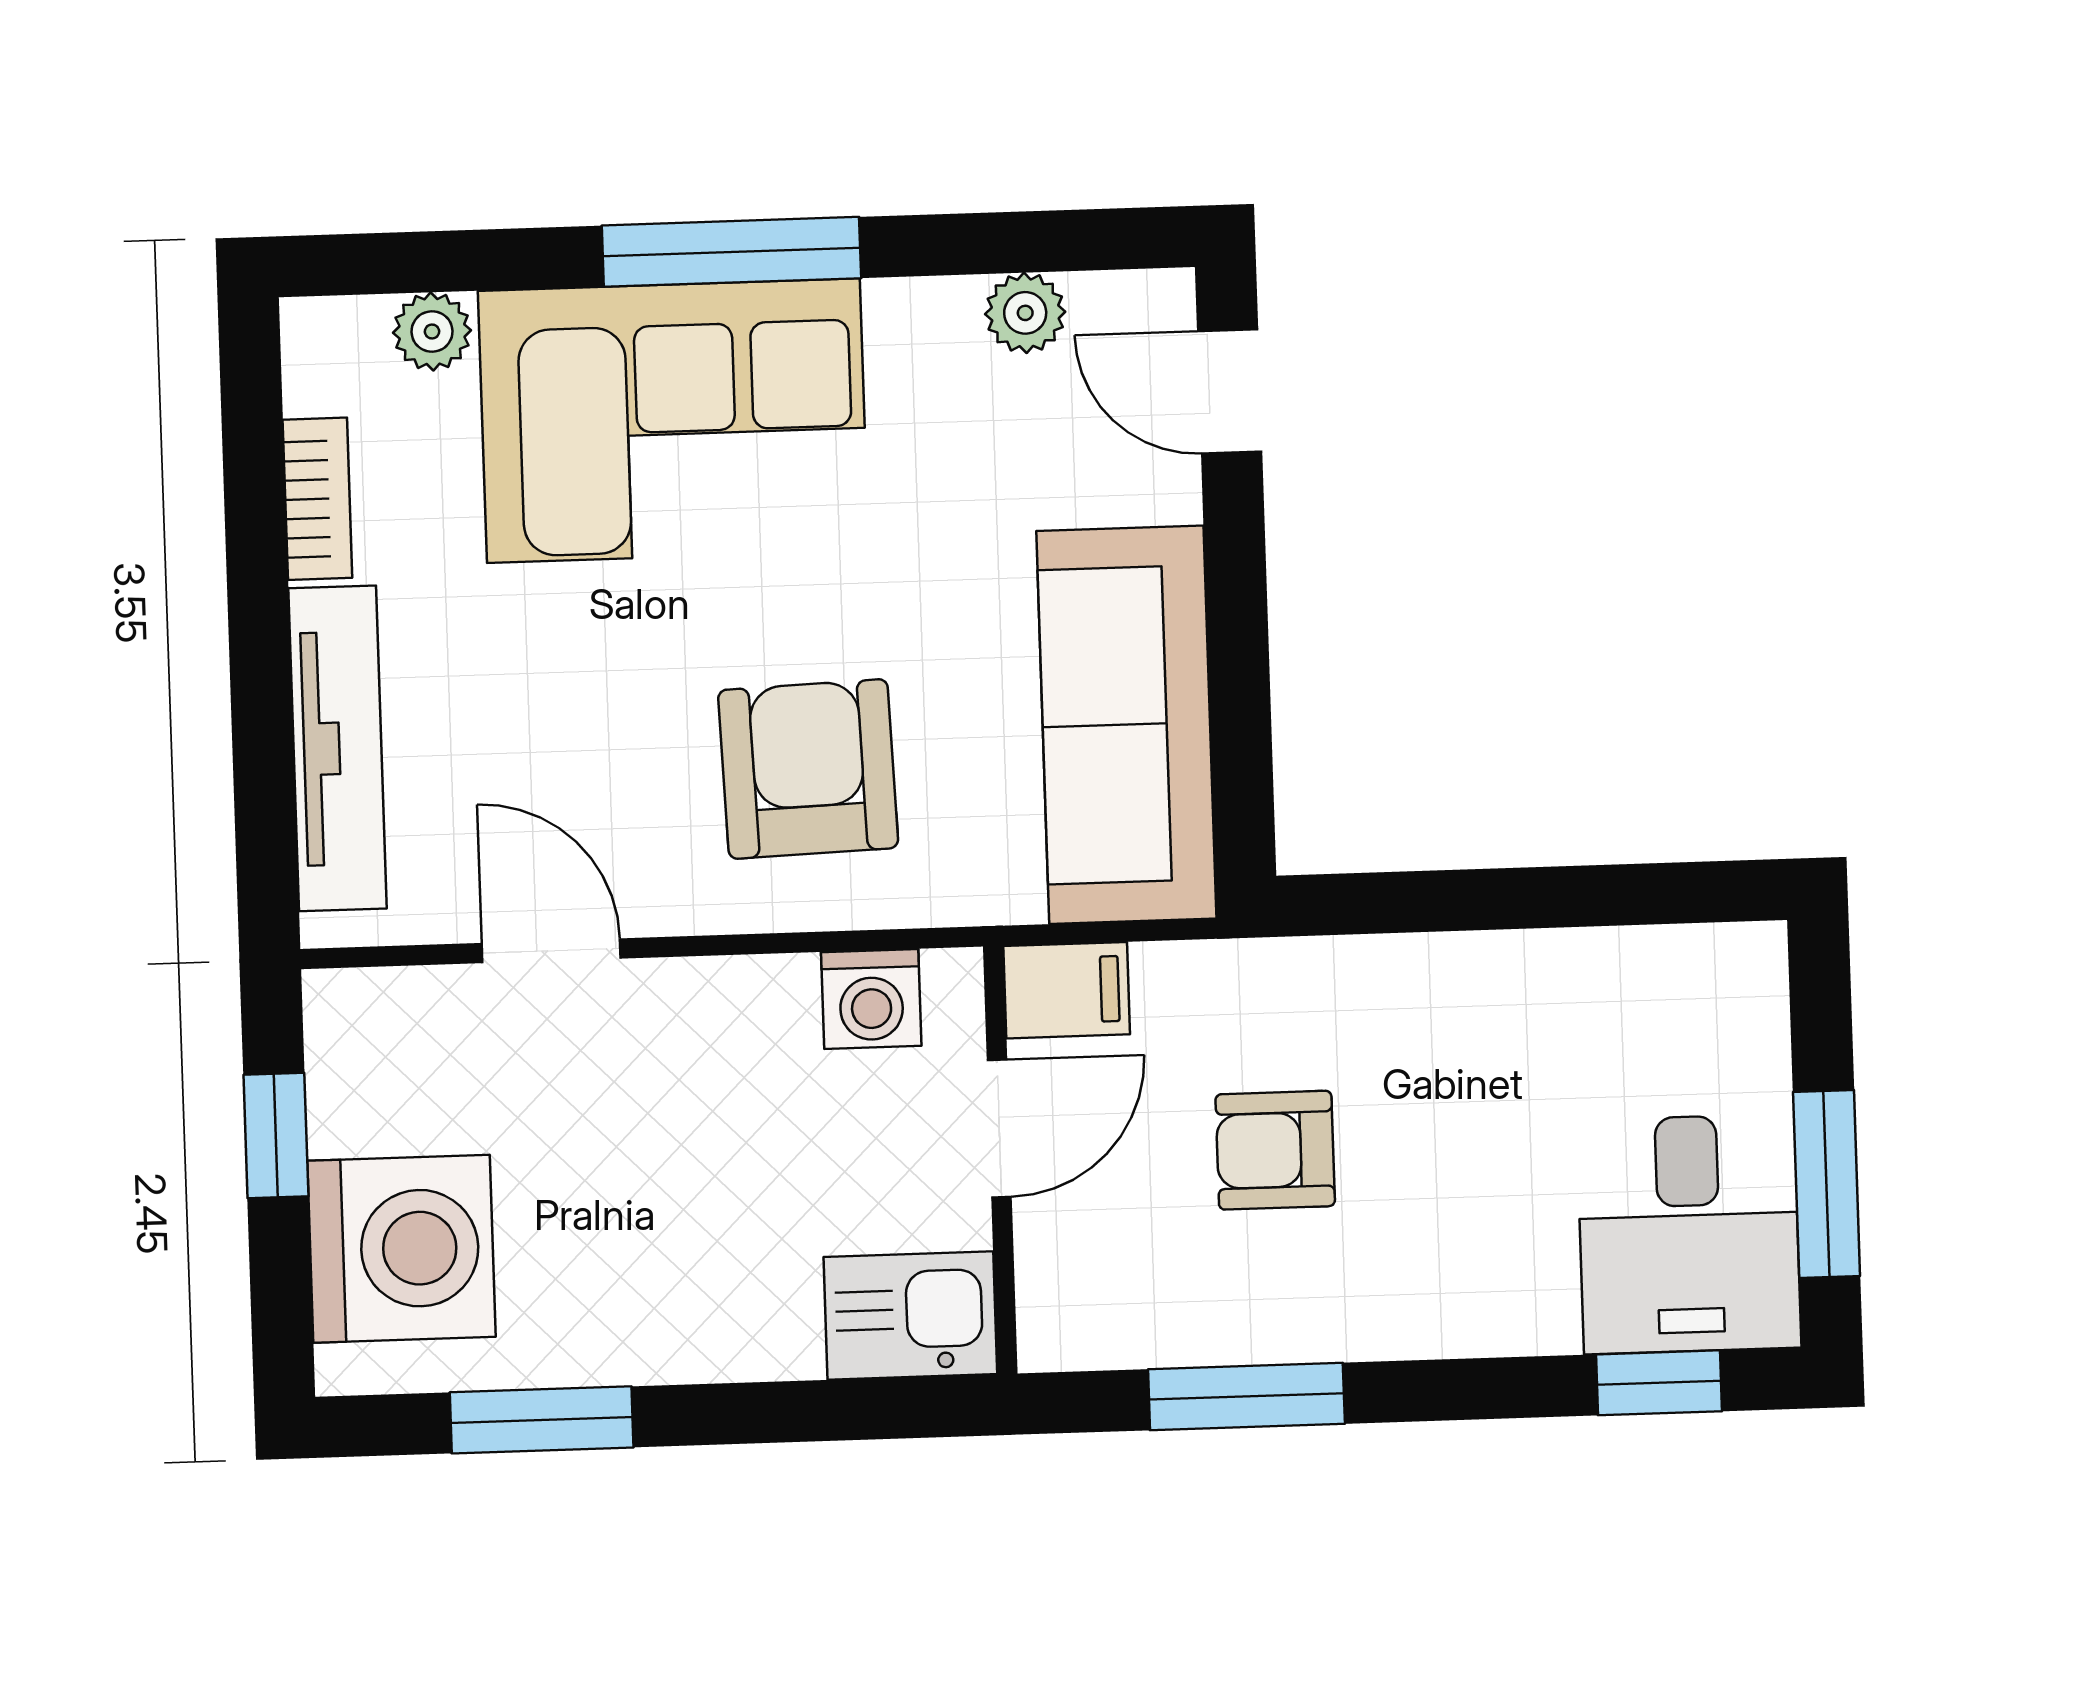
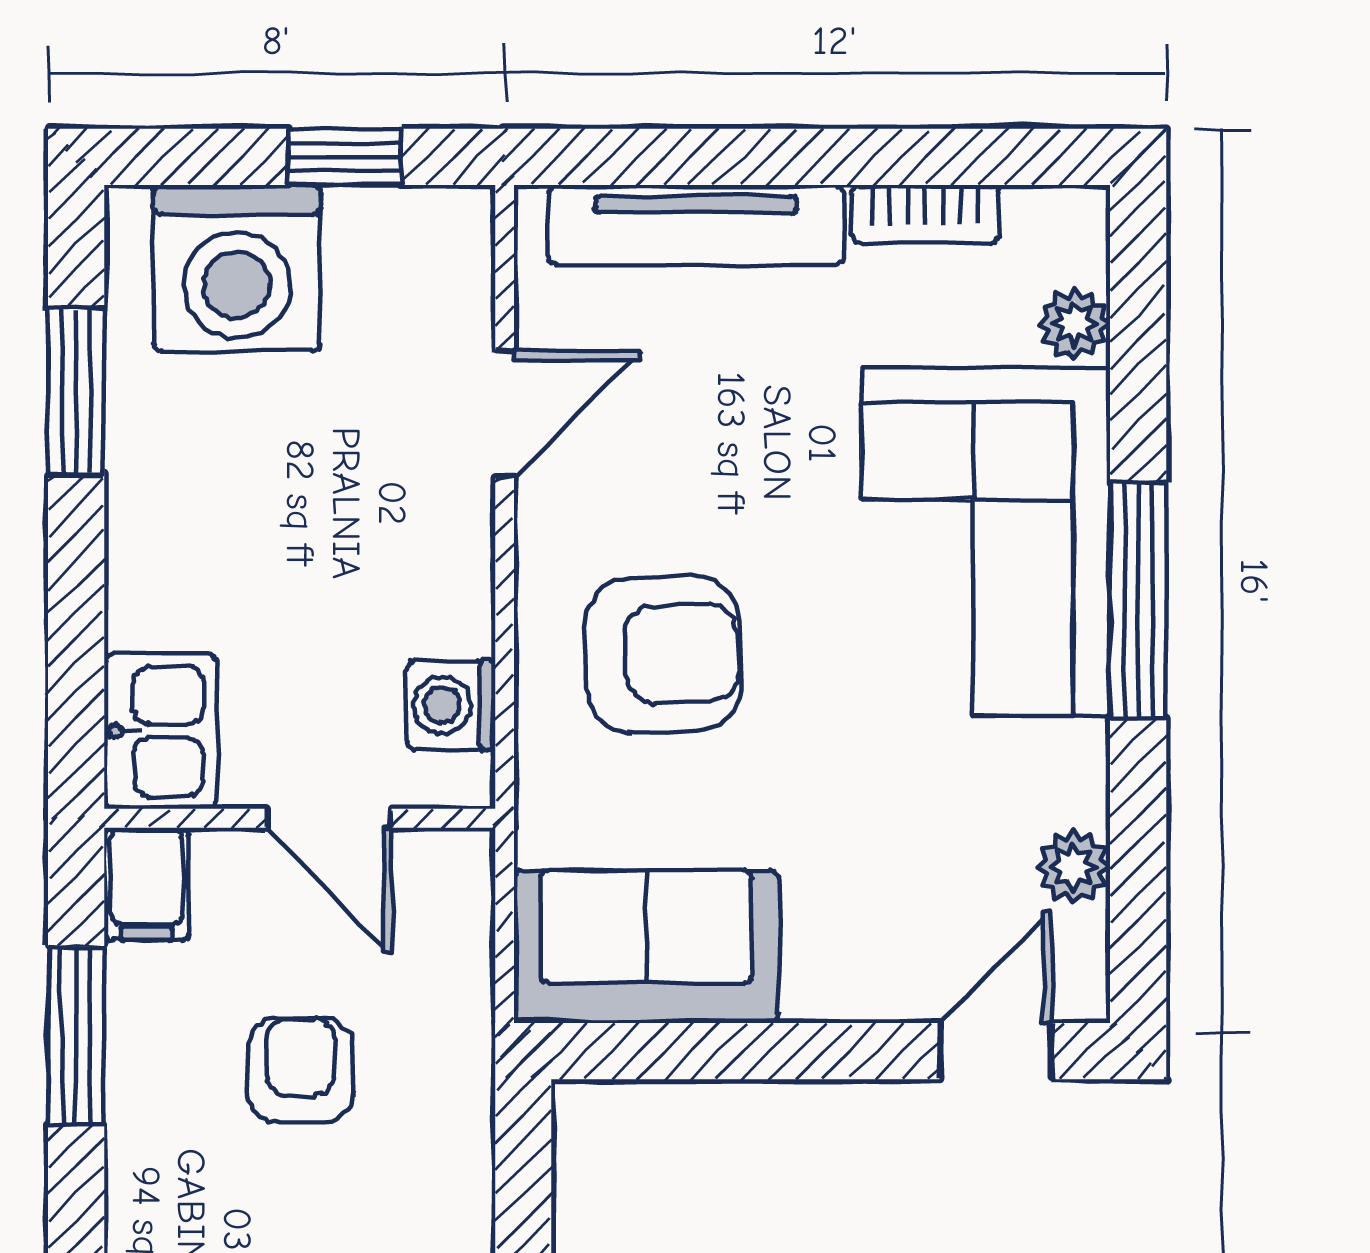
sofa: (1126, 725) -> (646, 947), width x0.73
filing cabinet: (1067, 990) -> (146, 884), moved

